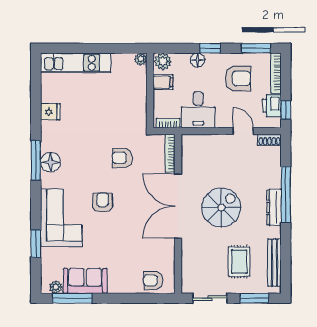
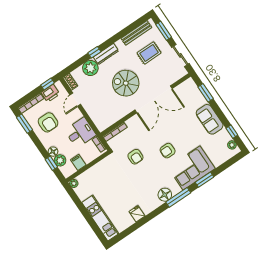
window: (210, 48) -> (51, 163), moved
plant: (163, 61) -> (60, 160), moved
armchair: (238, 78) -> (48, 122), turned 180
window: (36, 160) -> (178, 197), moved
plant: (270, 176) -> (90, 68), added
window: (286, 195) -> (94, 52), width x0.32
double door: (178, 206) -> (153, 99), moved
window: (36, 244) -> (204, 180), moved
armchair: (153, 280) -> (192, 93), removed
sofa: (85, 281) -> (210, 119), moved
window: (72, 298) -> (232, 132), width x0.46
window: (143, 298) -> (206, 93), added

